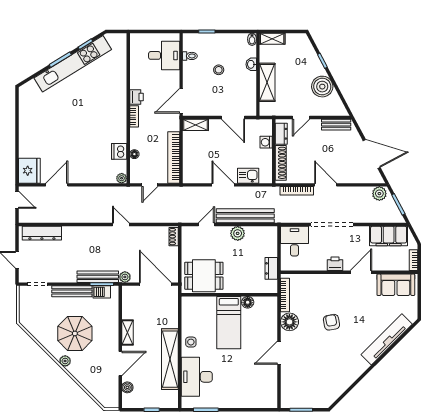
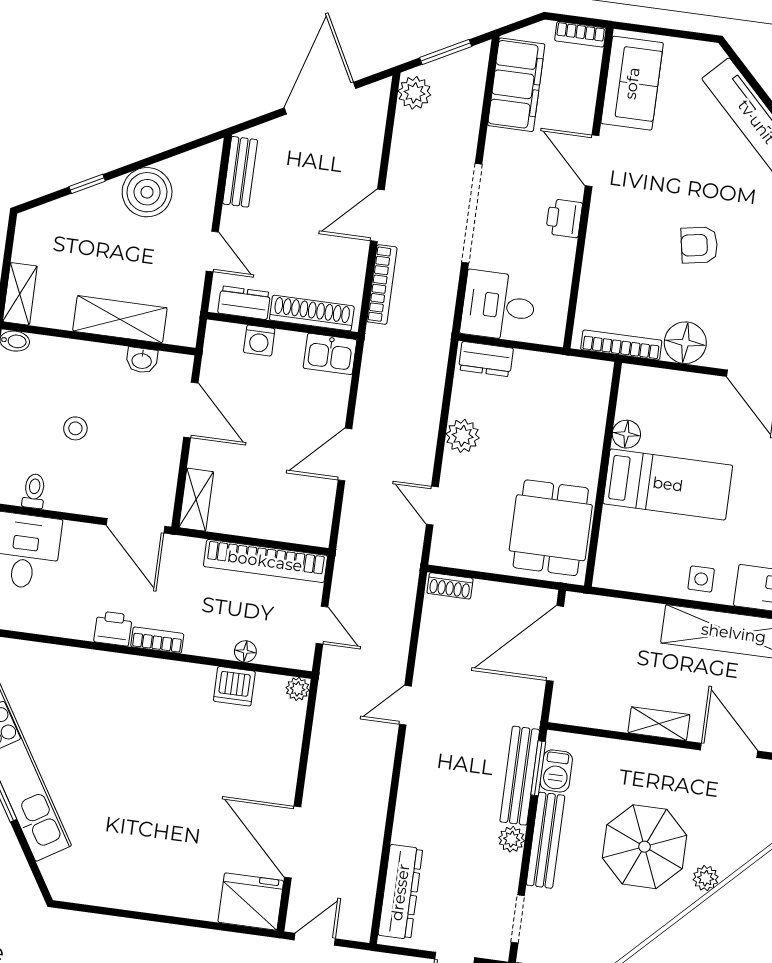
washbasin: (251, 64) -> (142, 360), moved
door: (233, 117) -> (191, 410), hinge flipped
kitchen sink: (248, 176) -> (330, 354), moved, turned -90
door: (57, 185) -> (293, 842), width x1.36
bench: (245, 216) -> (424, 412), removed
dresser: (271, 268) -> (486, 359), moved
plant: (125, 277) -> (512, 839), moved

